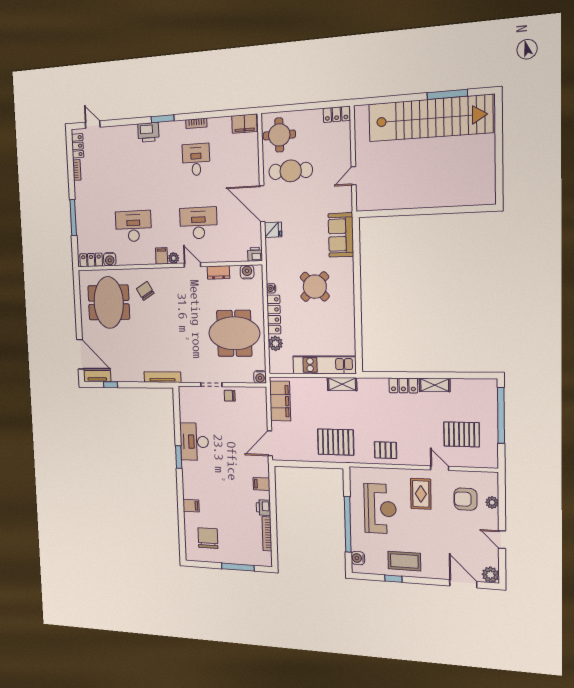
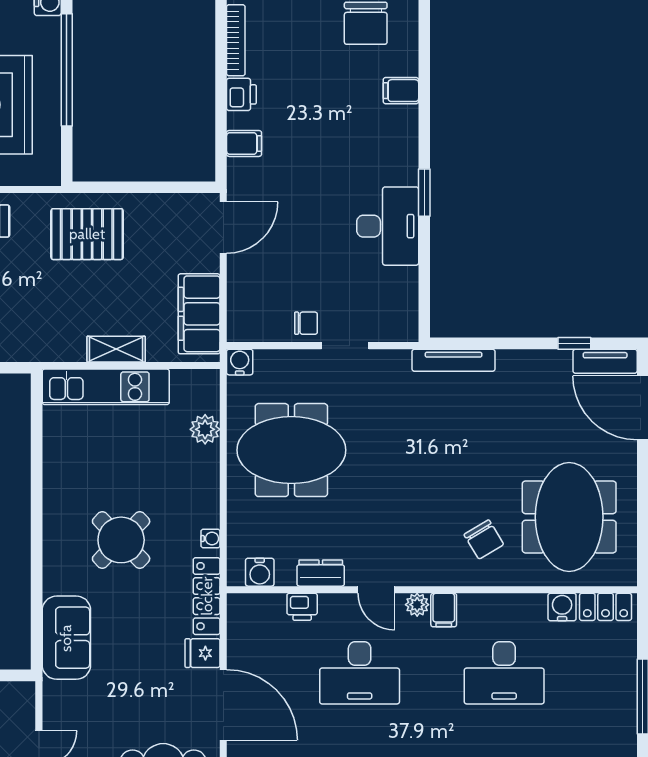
printer: (255, 254) -> (302, 607), moved
locker: (274, 315) -> (207, 596), moved
shelving: (342, 384) -> (116, 349), moved

